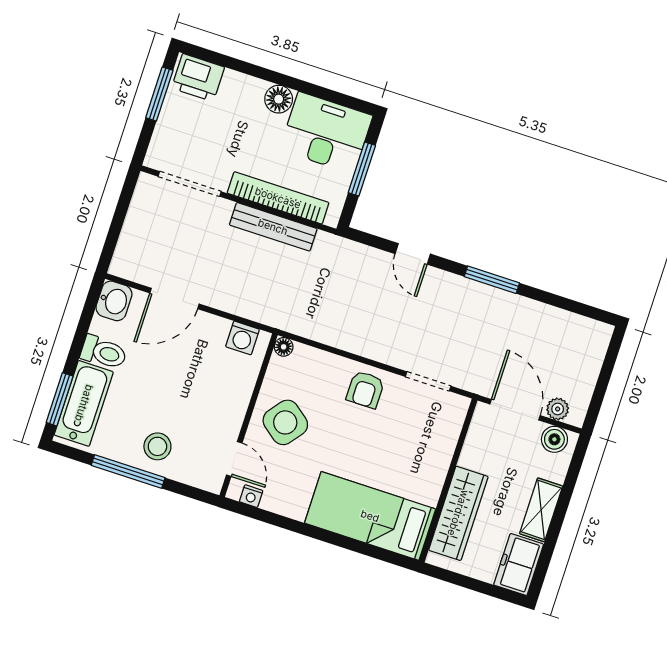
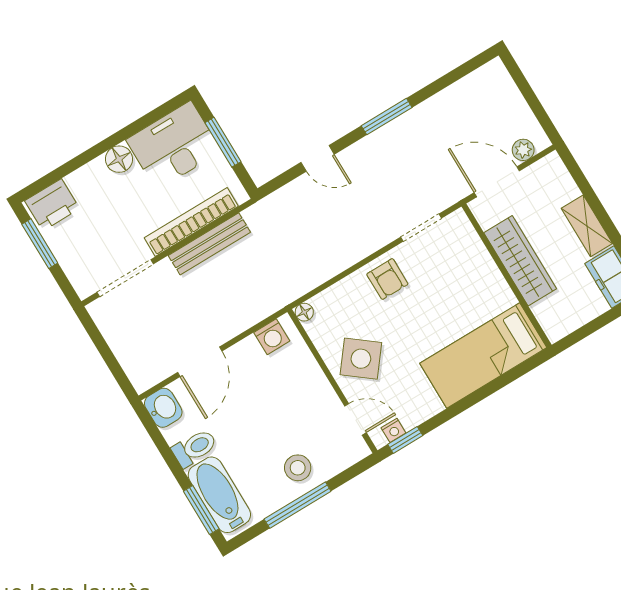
boiler: (554, 439) -> (543, 171), removed
window: (252, 512) -> (405, 440), added
wardrobe: (458, 513) -> (520, 261), moved

